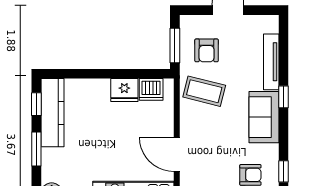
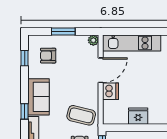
dishwasher: (151, 89) -> (111, 91), moved, turned 90
door: (177, 154) -> (101, 70), hinge flipped

